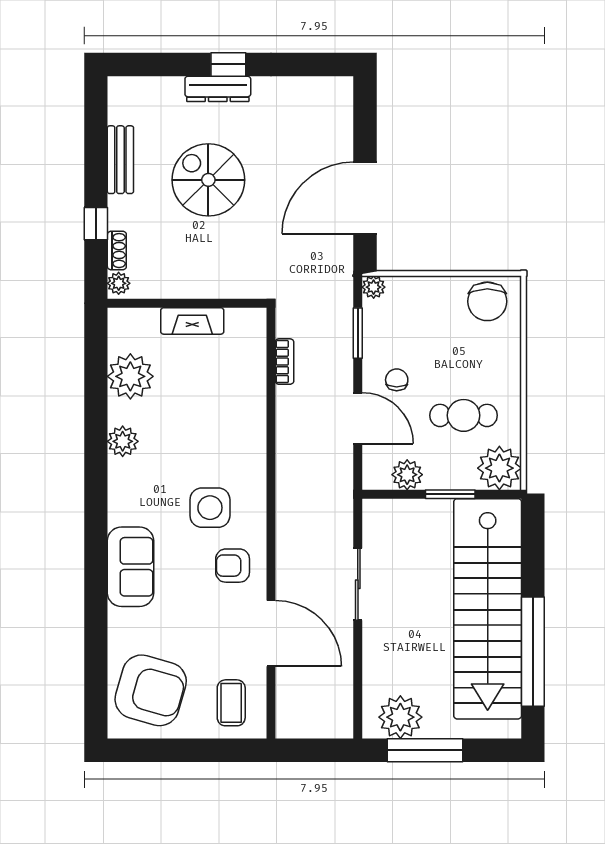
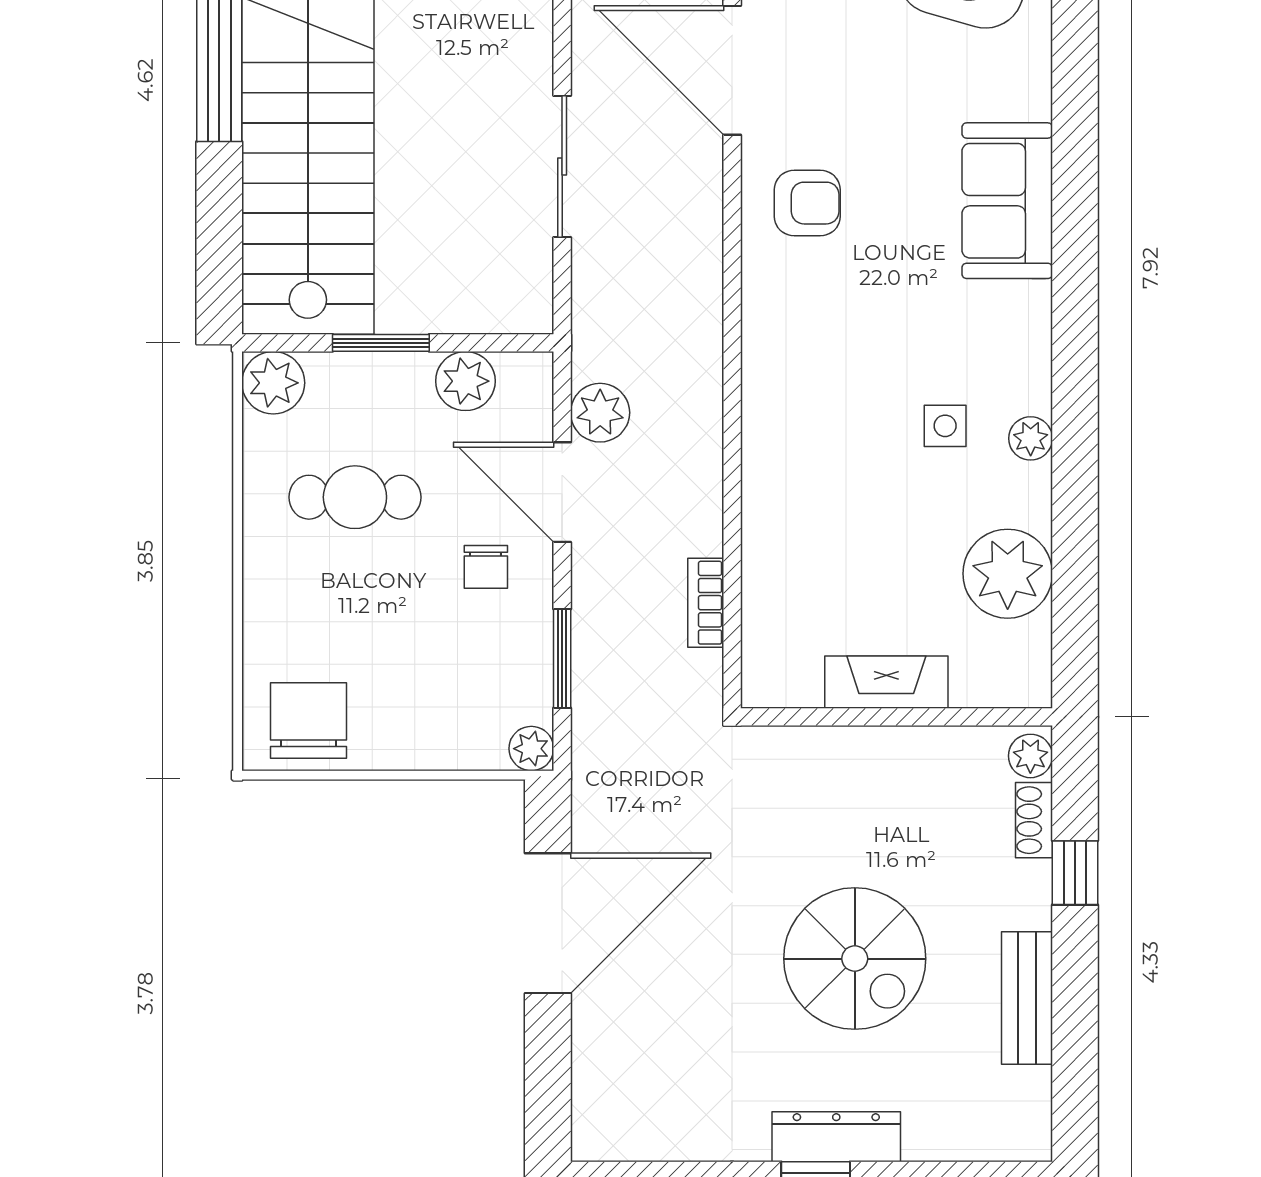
plant: (123, 441) -> (1031, 438), width x0.73, depth x0.73
plant: (338, 459) -> (600, 413), added
plant: (499, 468) -> (273, 383), width x0.73, depth x0.73
side table: (210, 508) -> (945, 426), moved, width x0.54, depth x0.54

